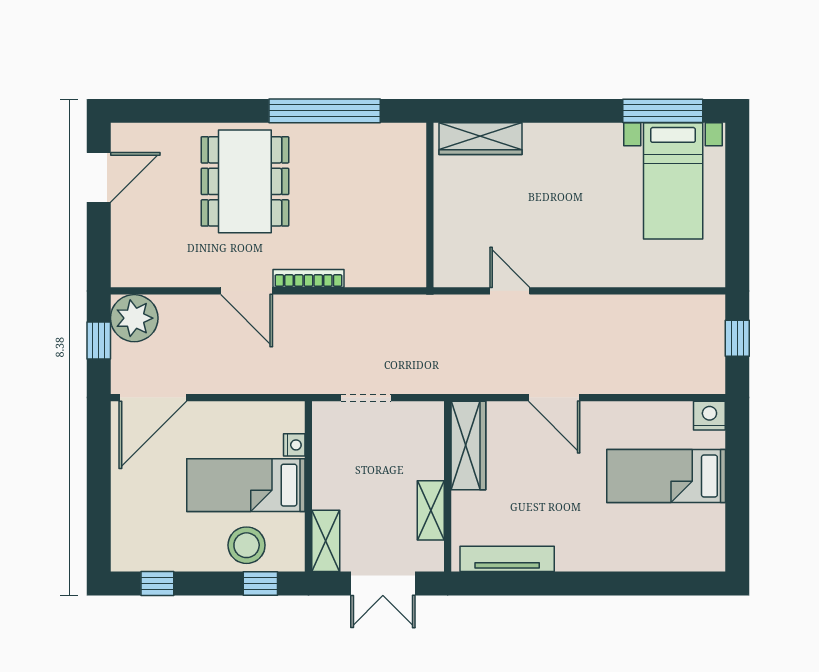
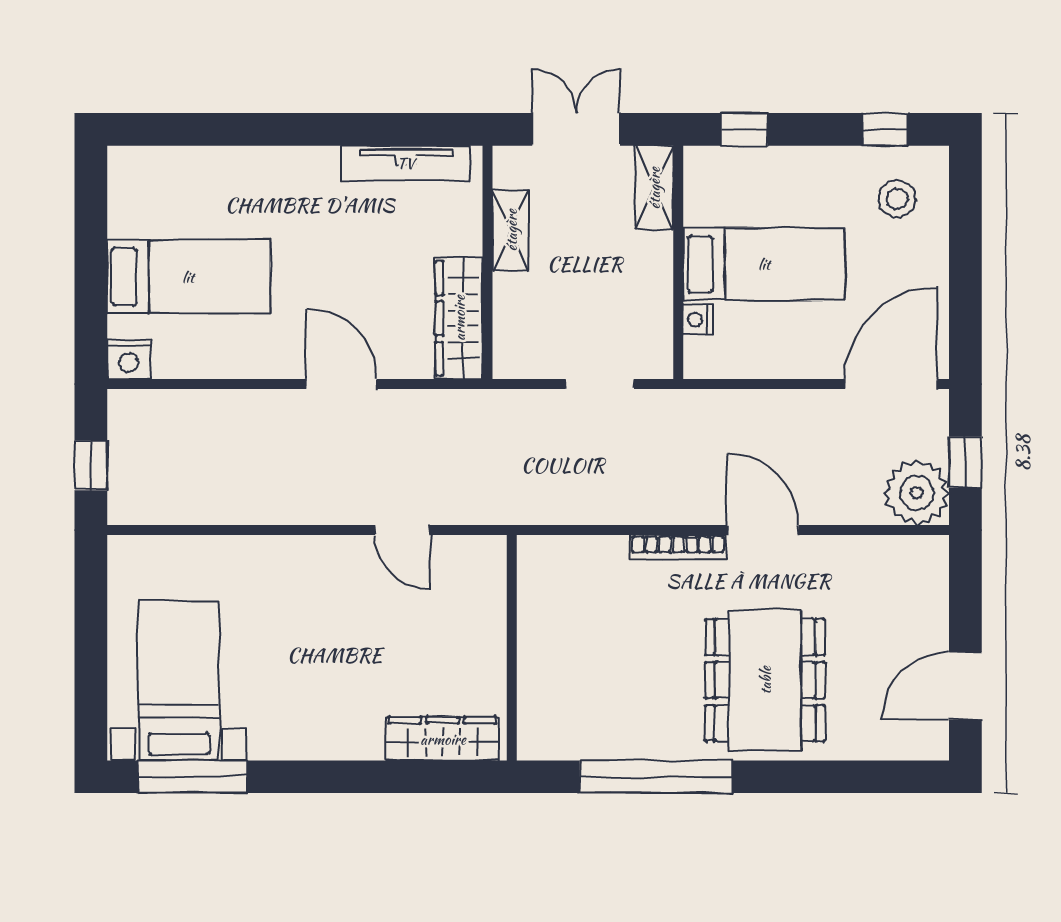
stool: (247, 545) -> (897, 199), moved, width x0.73, depth x0.73

